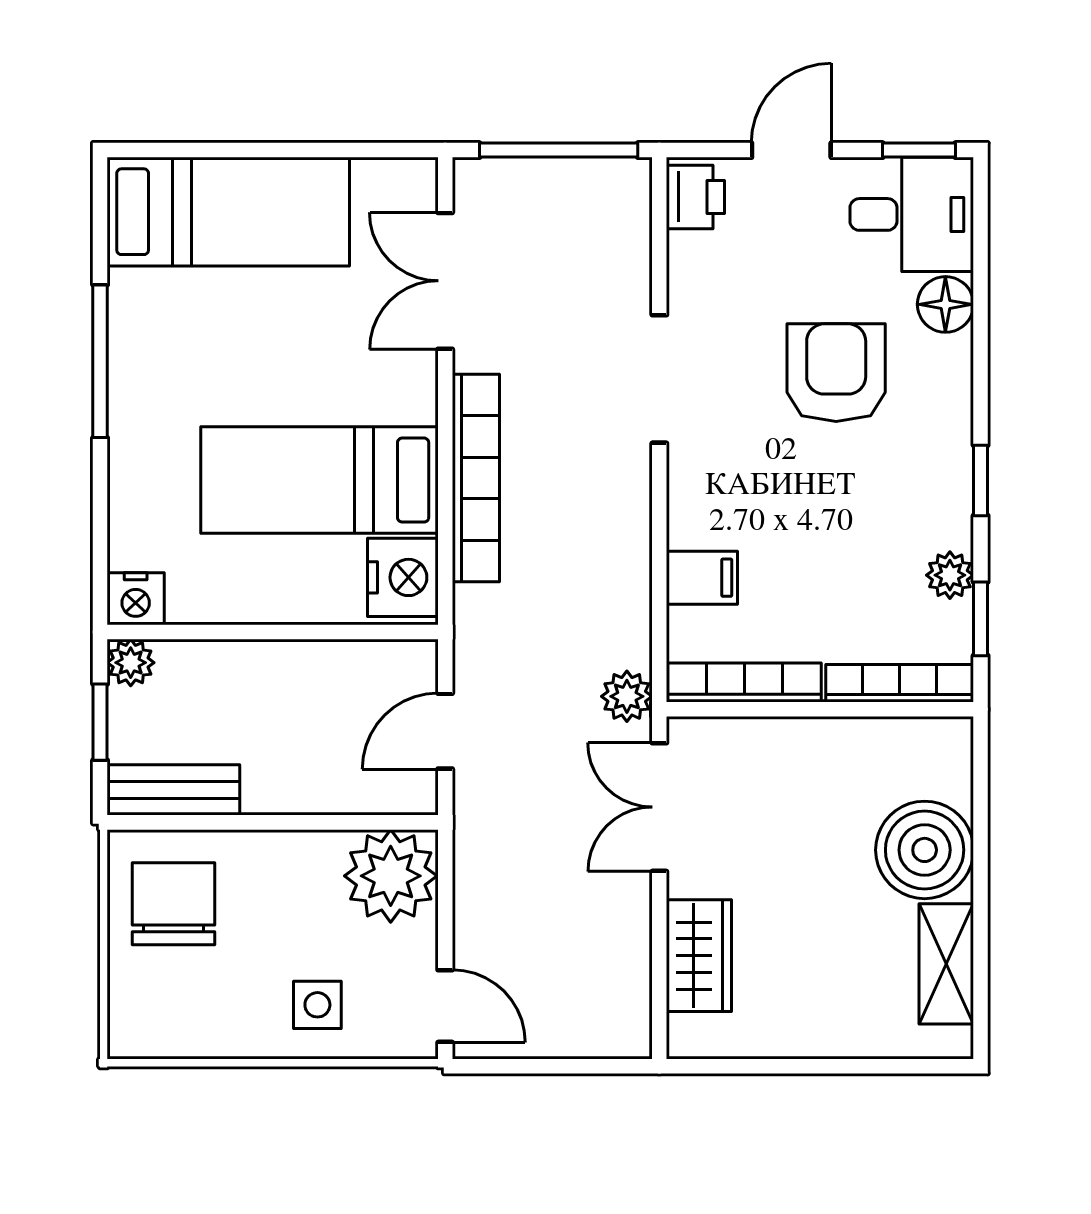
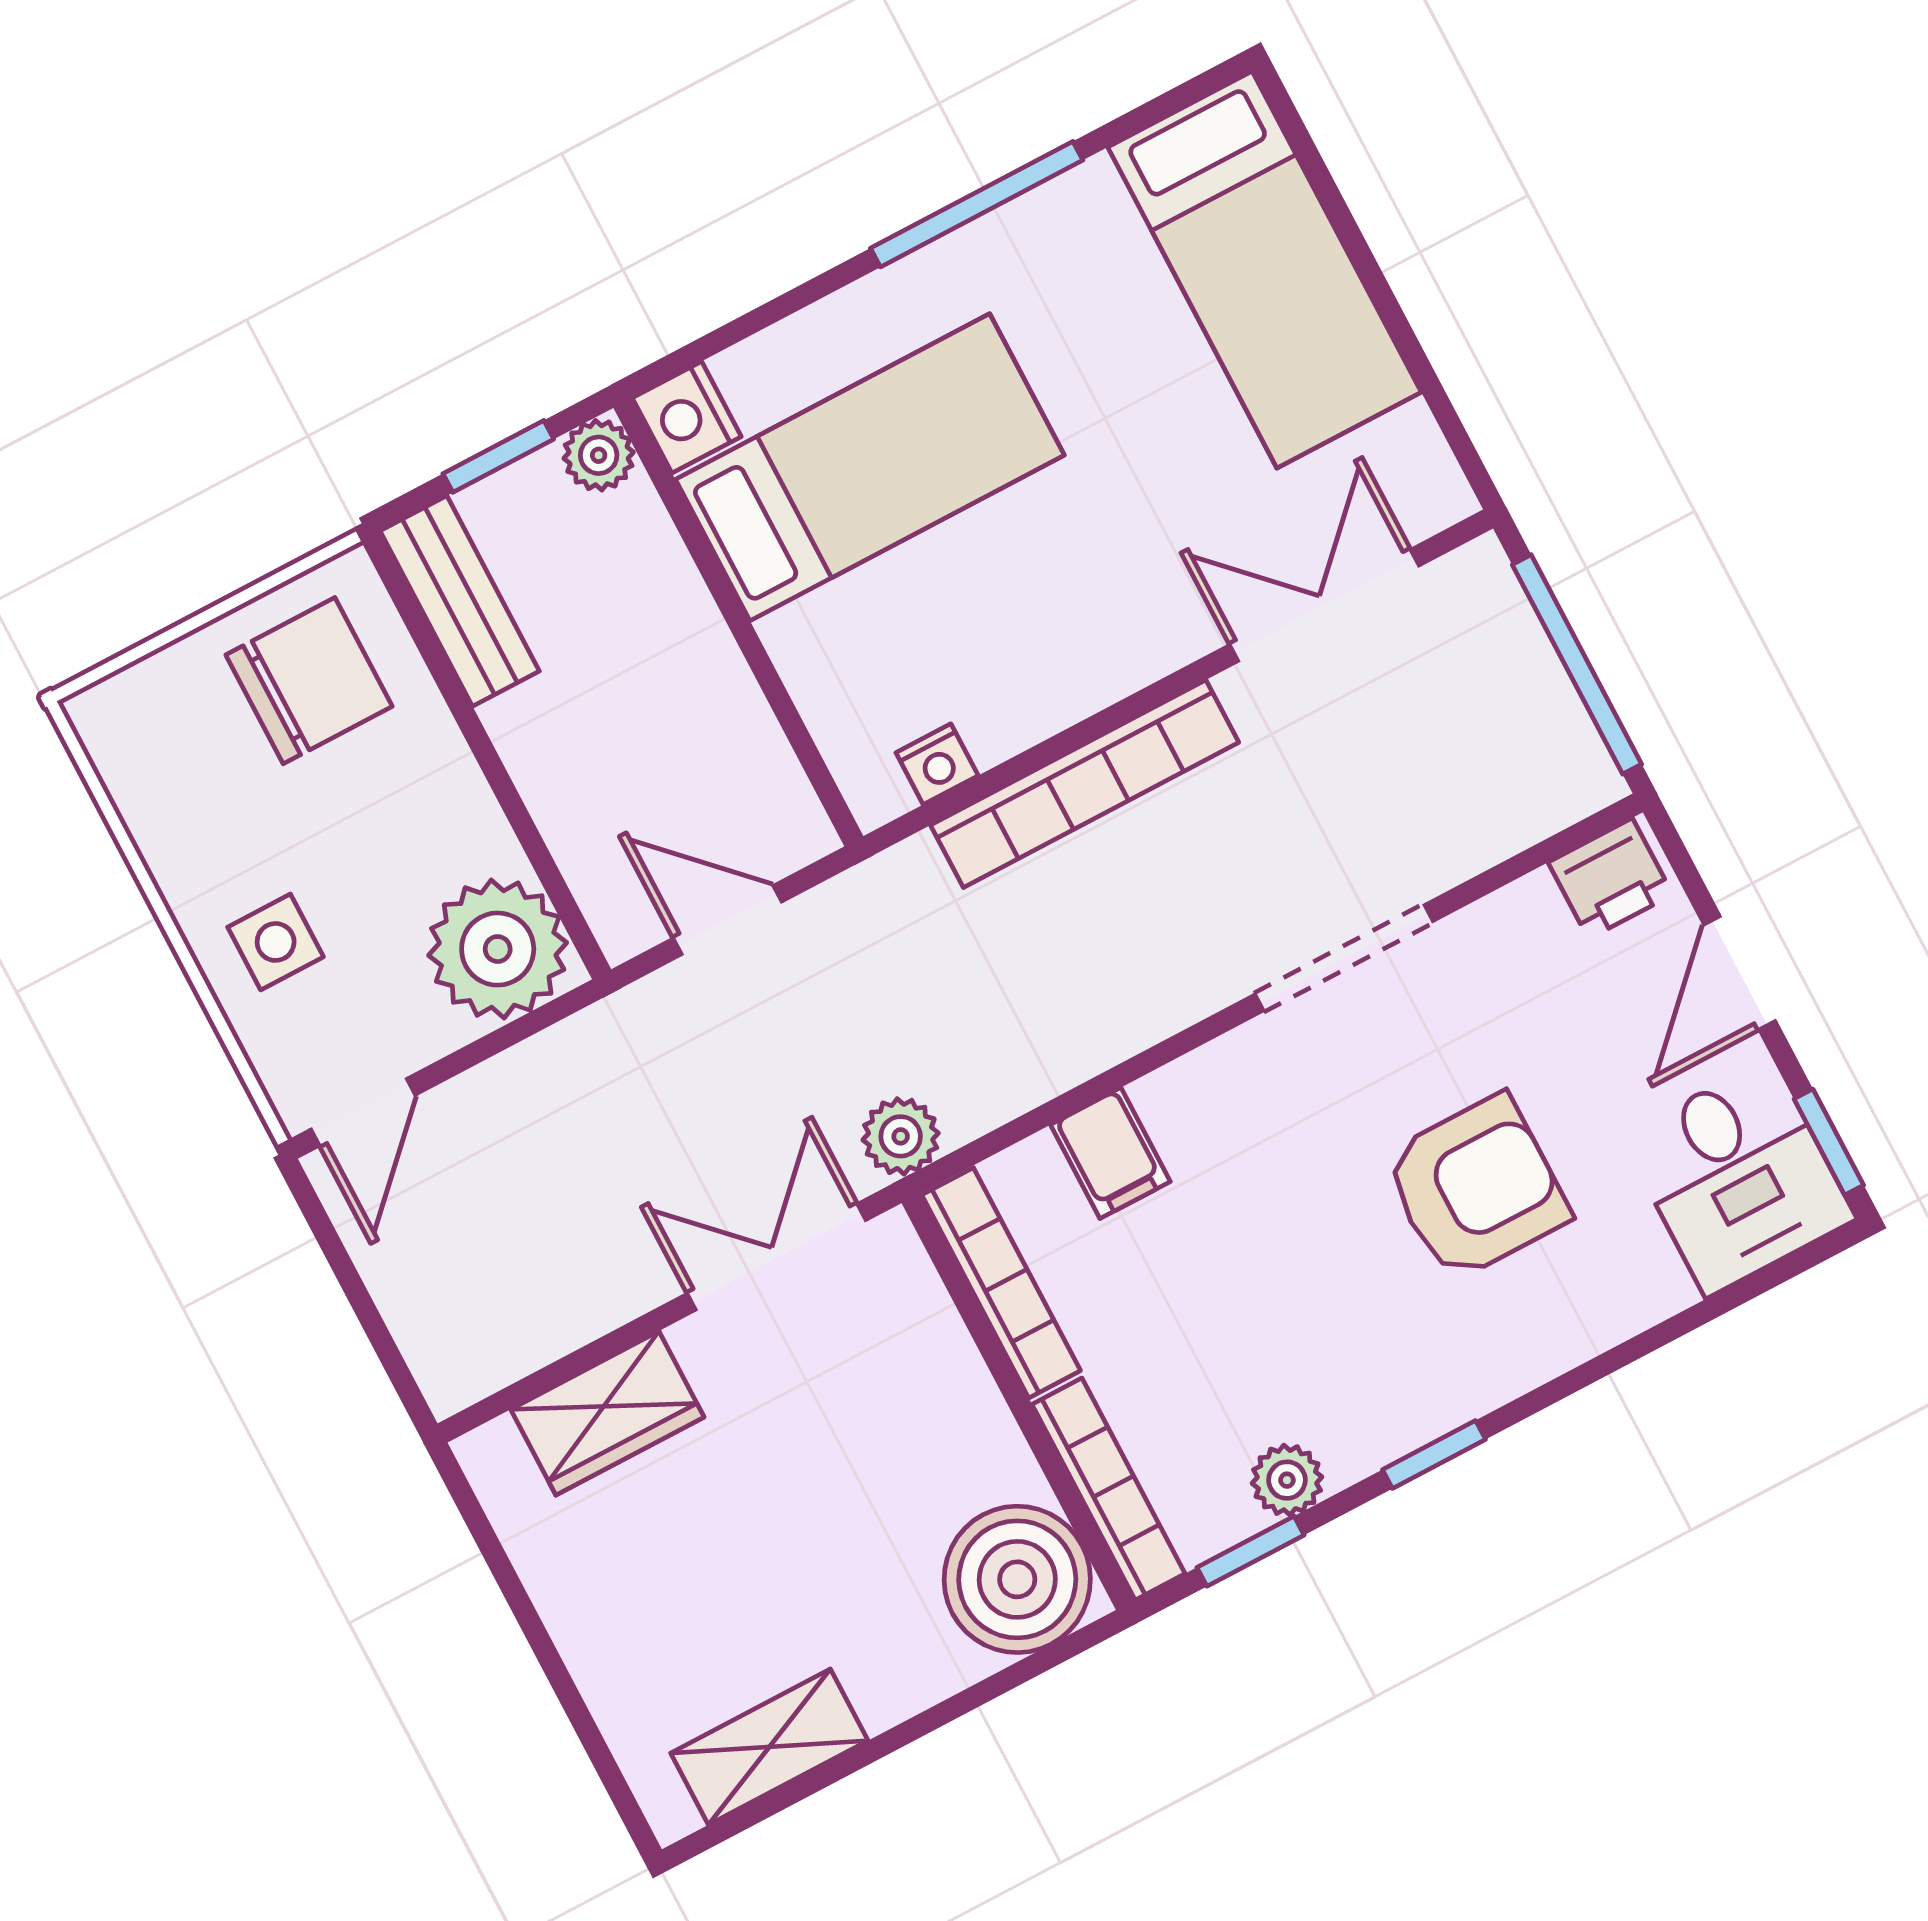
door: (791, 150) -> (1740, 973), swing flipped
floor lamp: (945, 304) -> (1643, 1285), removed
bed: (319, 480) -> (870, 467), moved, turned 90
nightstand: (403, 577) -> (937, 764), width x0.53, depth x0.56
boiler: (925, 850) -> (1017, 1579), moved

